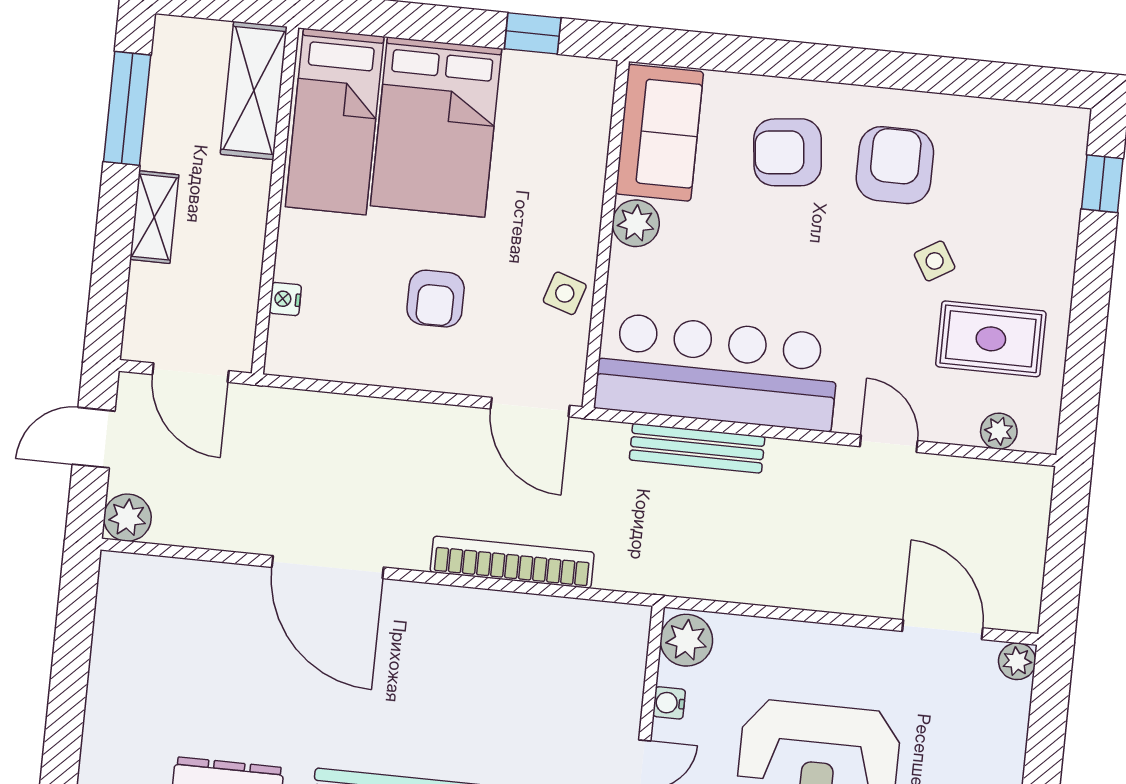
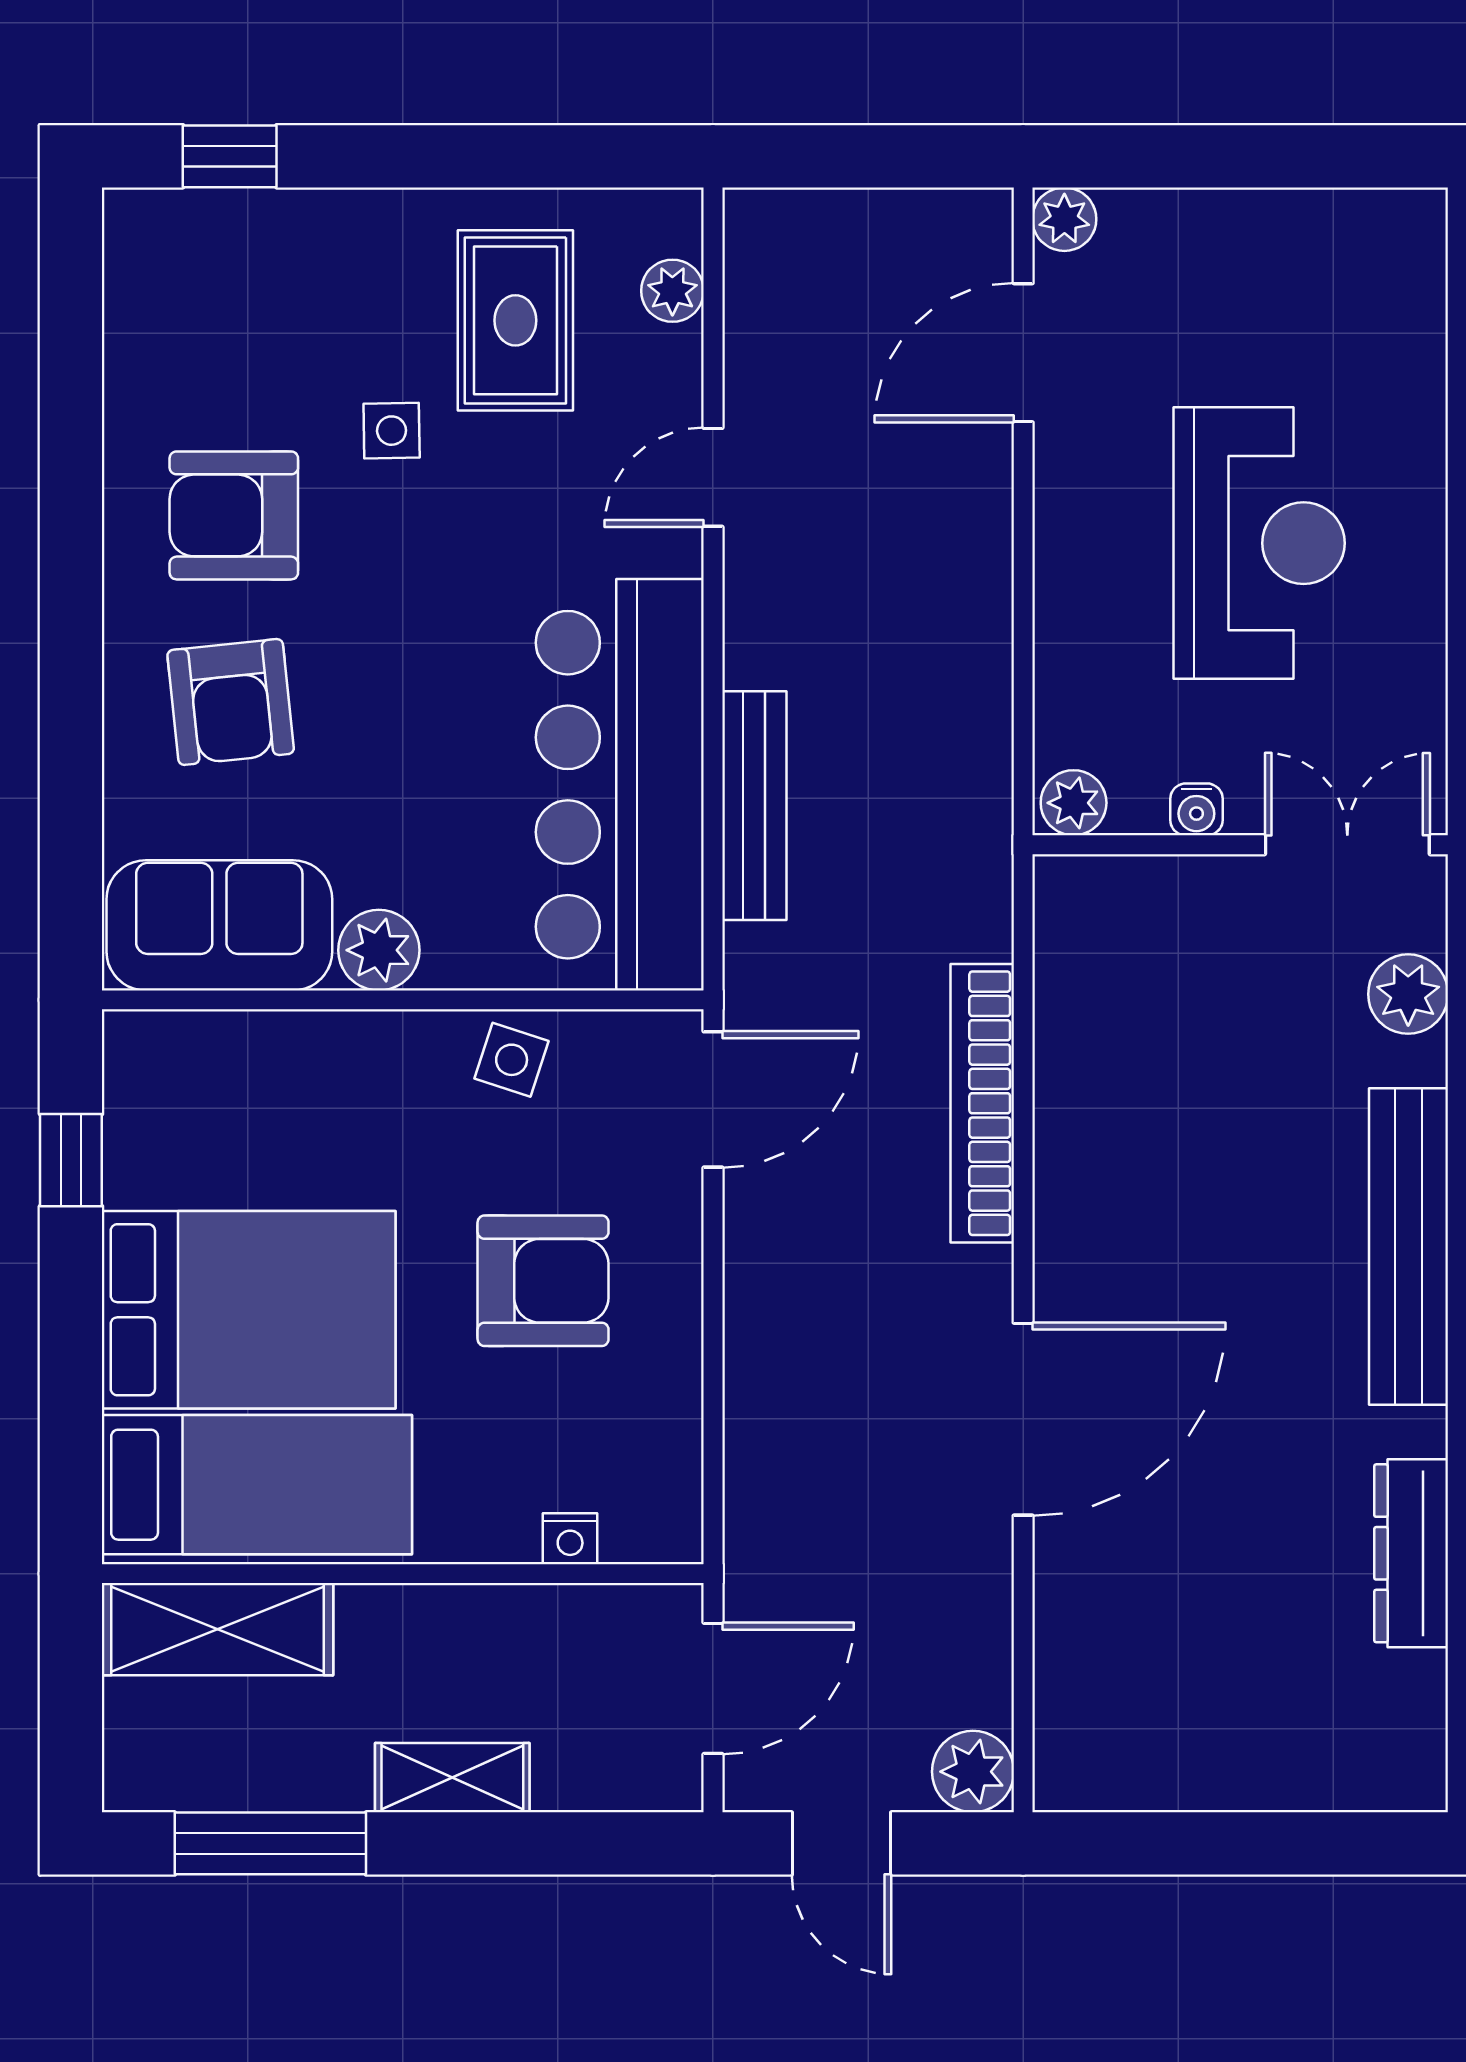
side table: (935, 261) -> (392, 431), turned 30
armchair: (436, 299) -> (543, 1281), width x1.38, depth x1.38
plant: (686, 640) -> (1074, 803), width x0.73, depth x0.73

